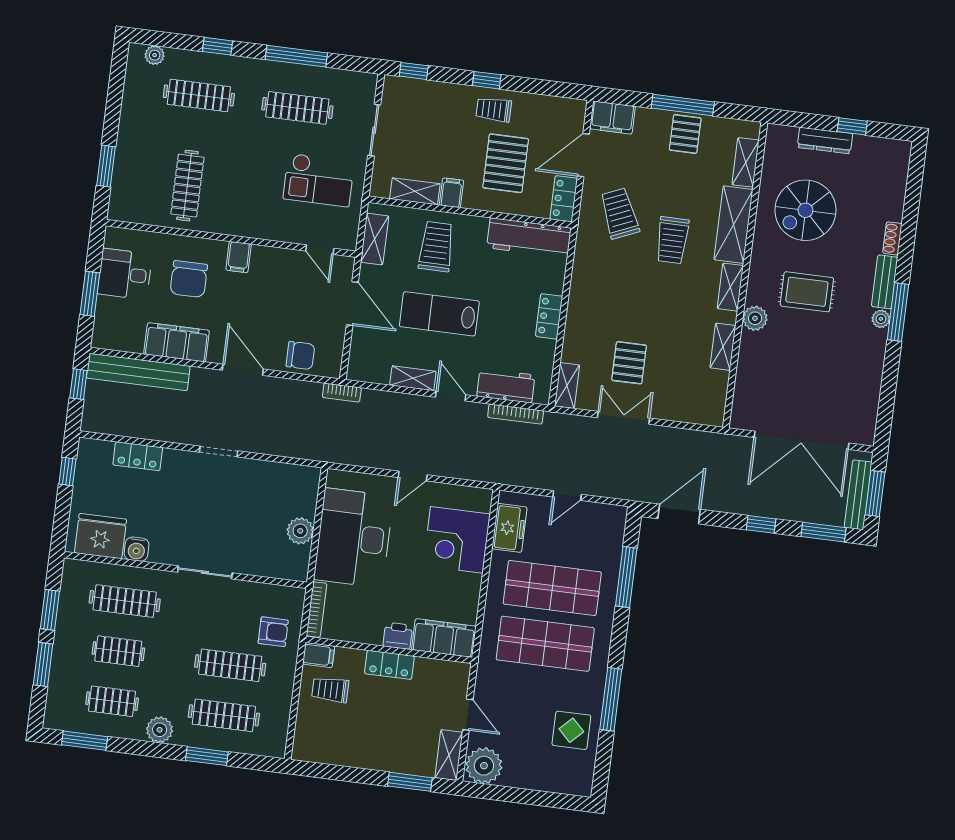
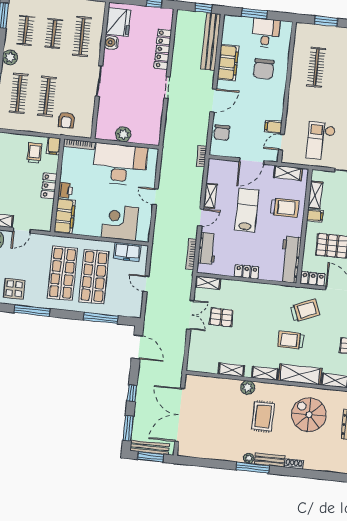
clothes rail: (187, 186) -> (316, 67), turned 90
filing cabinet: (239, 257) -> (273, 127), moved
chair: (189, 279) -> (264, 69), turned -90
locker: (138, 456) -> (163, 49), width x1.53

